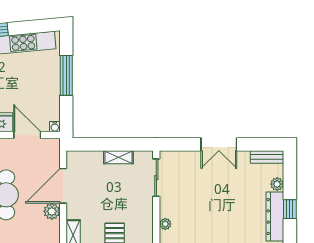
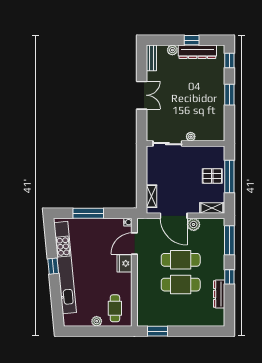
shelving: (118, 157) -> (152, 196), moved
plant: (165, 224) -> (191, 137), moved

